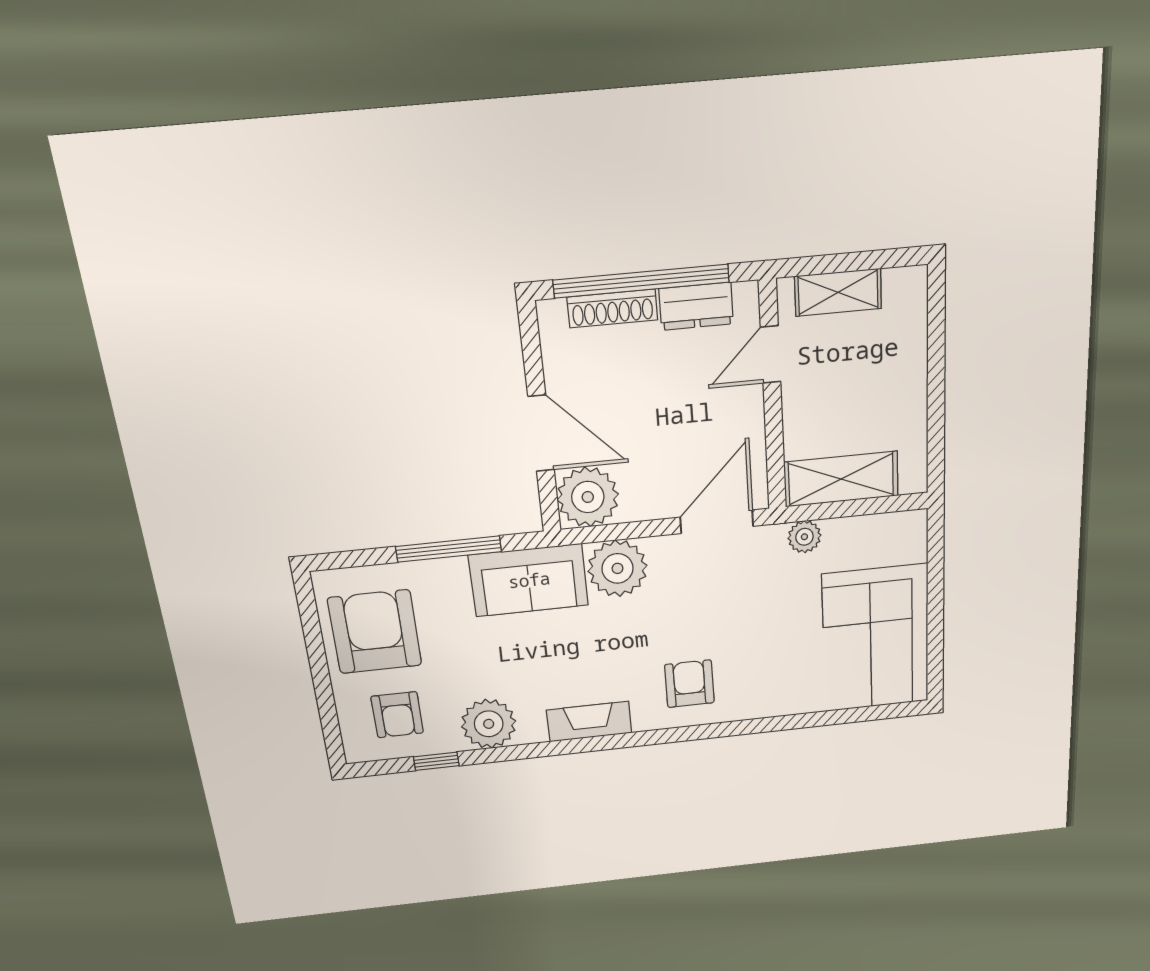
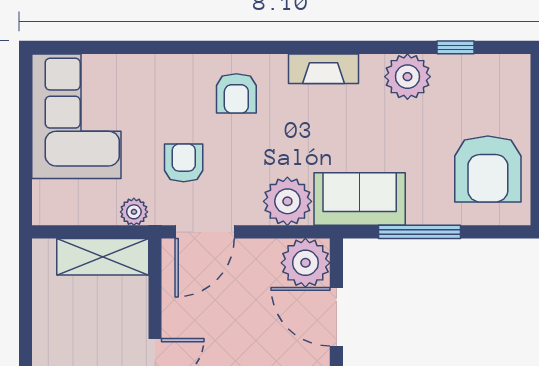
armchair: (397, 715) -> (184, 163), moved

